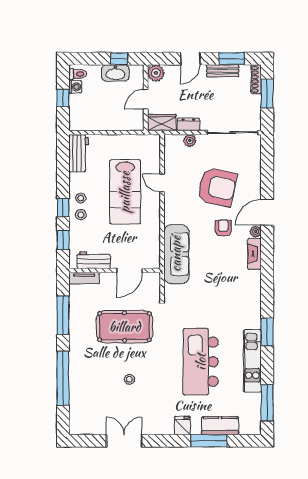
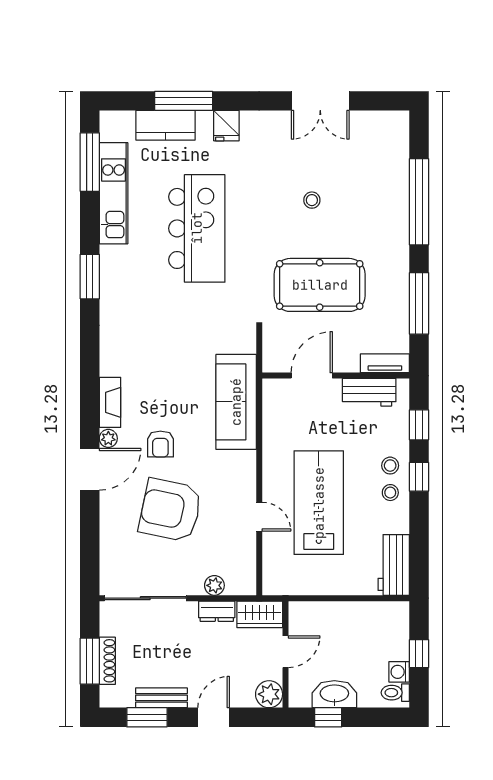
shoe rack: (256, 79) -> (107, 661), moved
kitchen unit: (252, 361) -> (114, 193), moved

